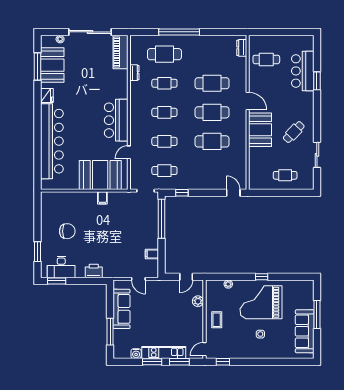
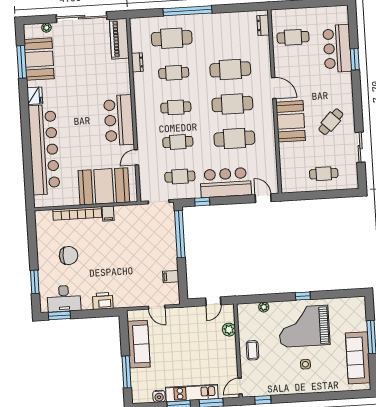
bar counter: (203, 178) -> (226, 183), added
bookcase: (77, 196) -> (77, 213), added

